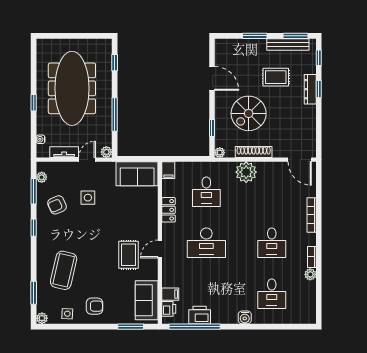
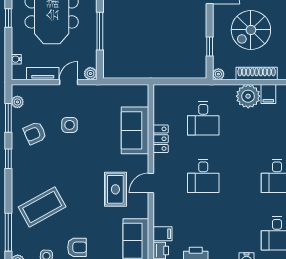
filing cabinet: (168, 170) -> (268, 94), moved
sofa: (137, 174) -> (135, 130), moved, turned 90
desk: (206, 243) -> (203, 176), width x0.73
coffee table: (64, 270) -> (42, 207), turned 48
window: (34, 293) -> (8, 232), width x1.44

